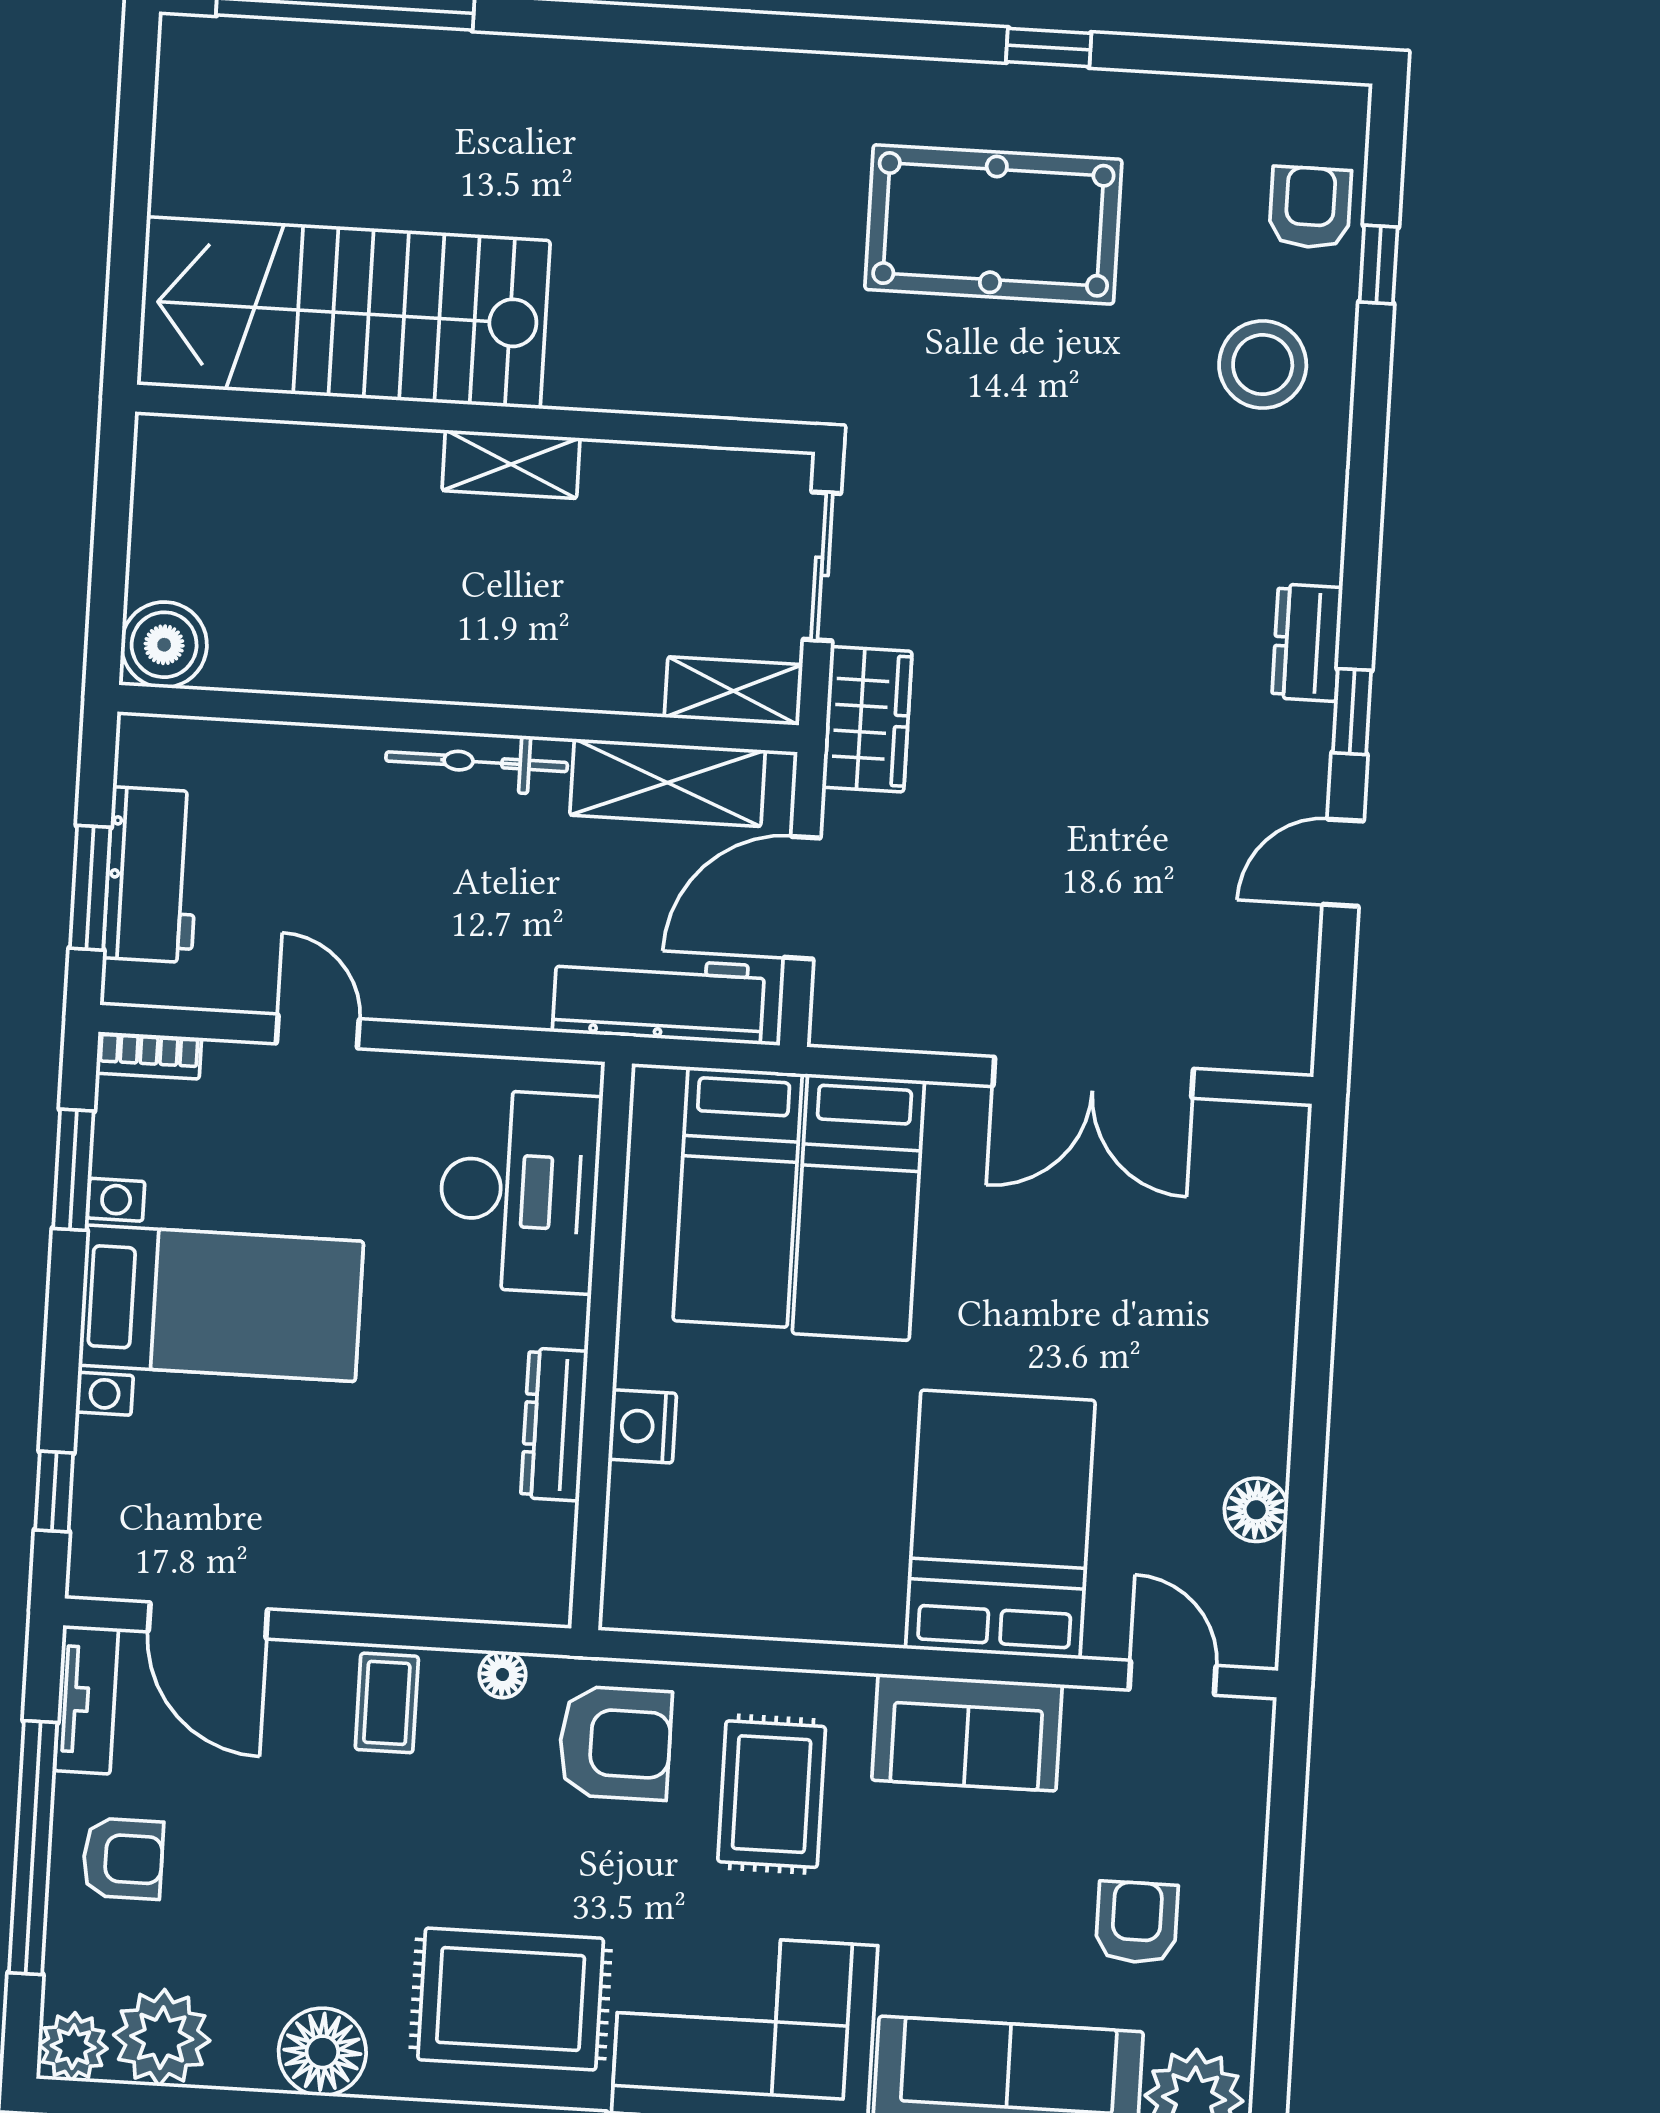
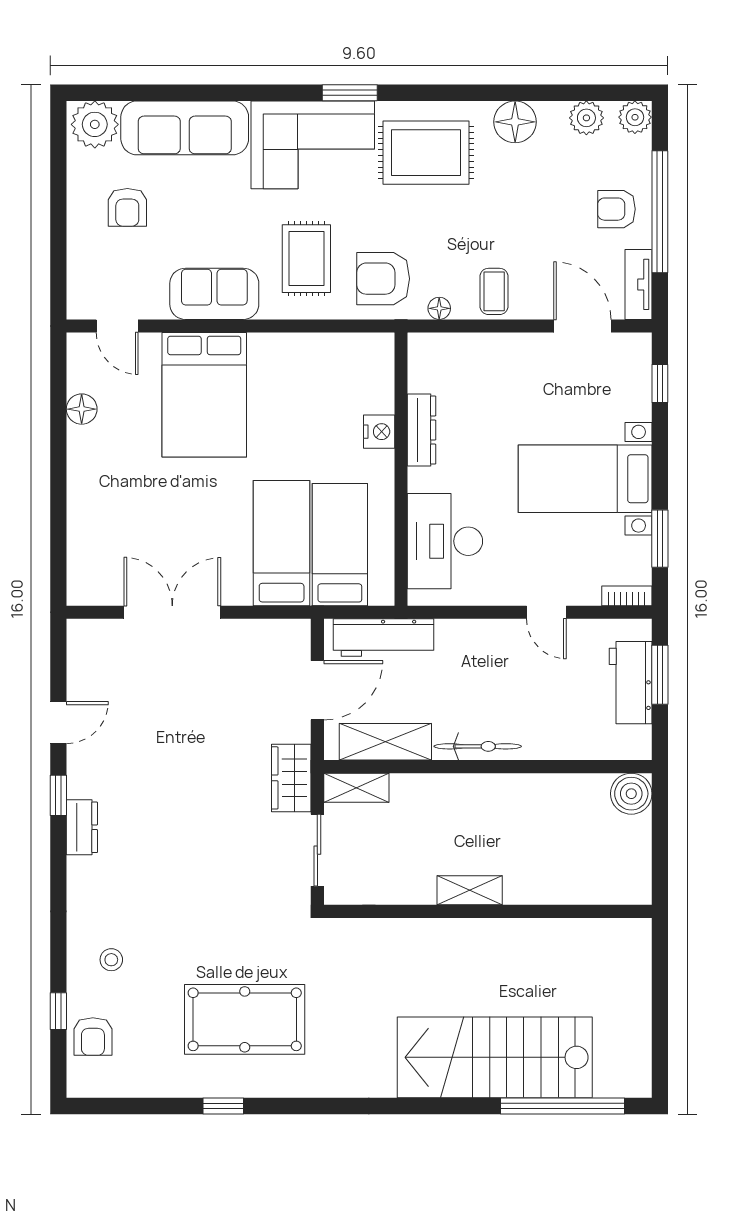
stairs: (343, 313) -> (495, 1057), moved, turned 180
stool: (1263, 365) -> (111, 960), width x0.53, depth x0.53
plant: (162, 2038) -> (586, 118), width x0.73, depth x0.73

